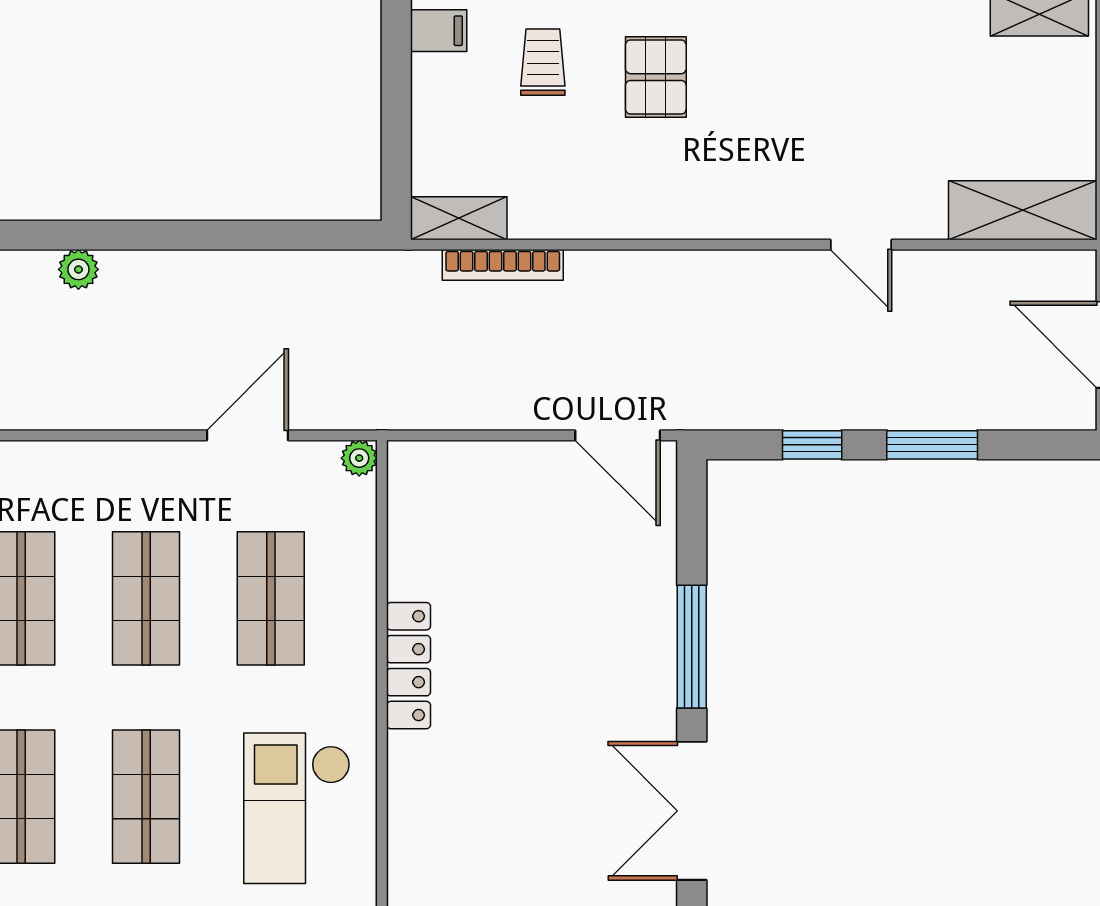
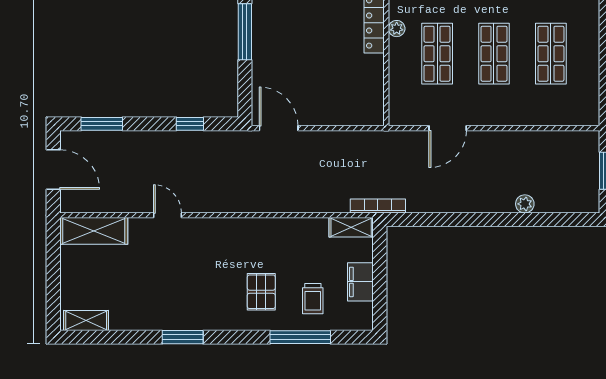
filing cabinet: (439, 31) -> (360, 282), moved, width x2.00
bookcase: (503, 265) -> (378, 206), moved
window: (932, 445) -> (102, 124), moved
plant: (359, 458) -> (397, 29), moved

